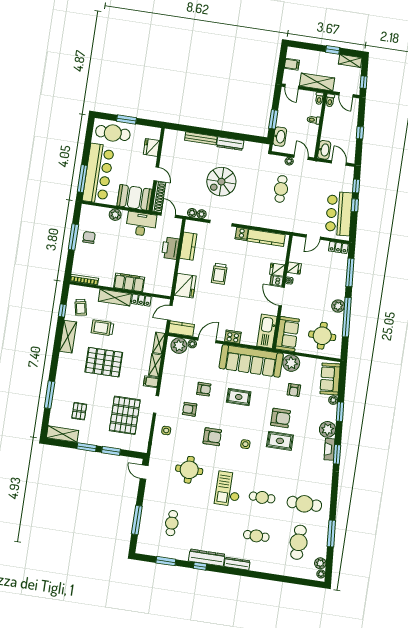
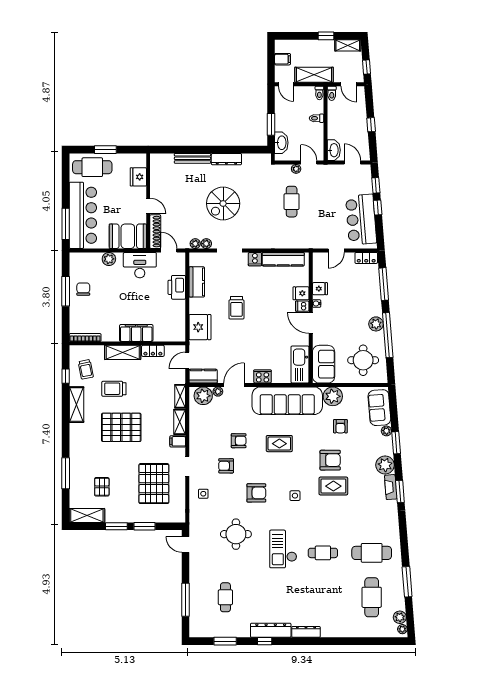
cafe table: (256, 536) -> (323, 597), removed

